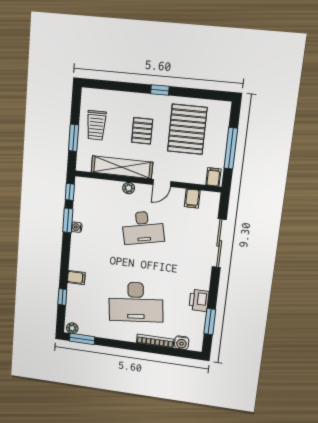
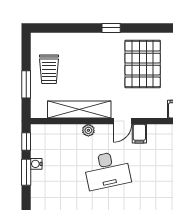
pallet: (142, 131) -> (97, 70), removed
filing cabinet: (192, 199) -> (139, 134), moved
water cooler: (77, 227) -> (36, 164), moved

